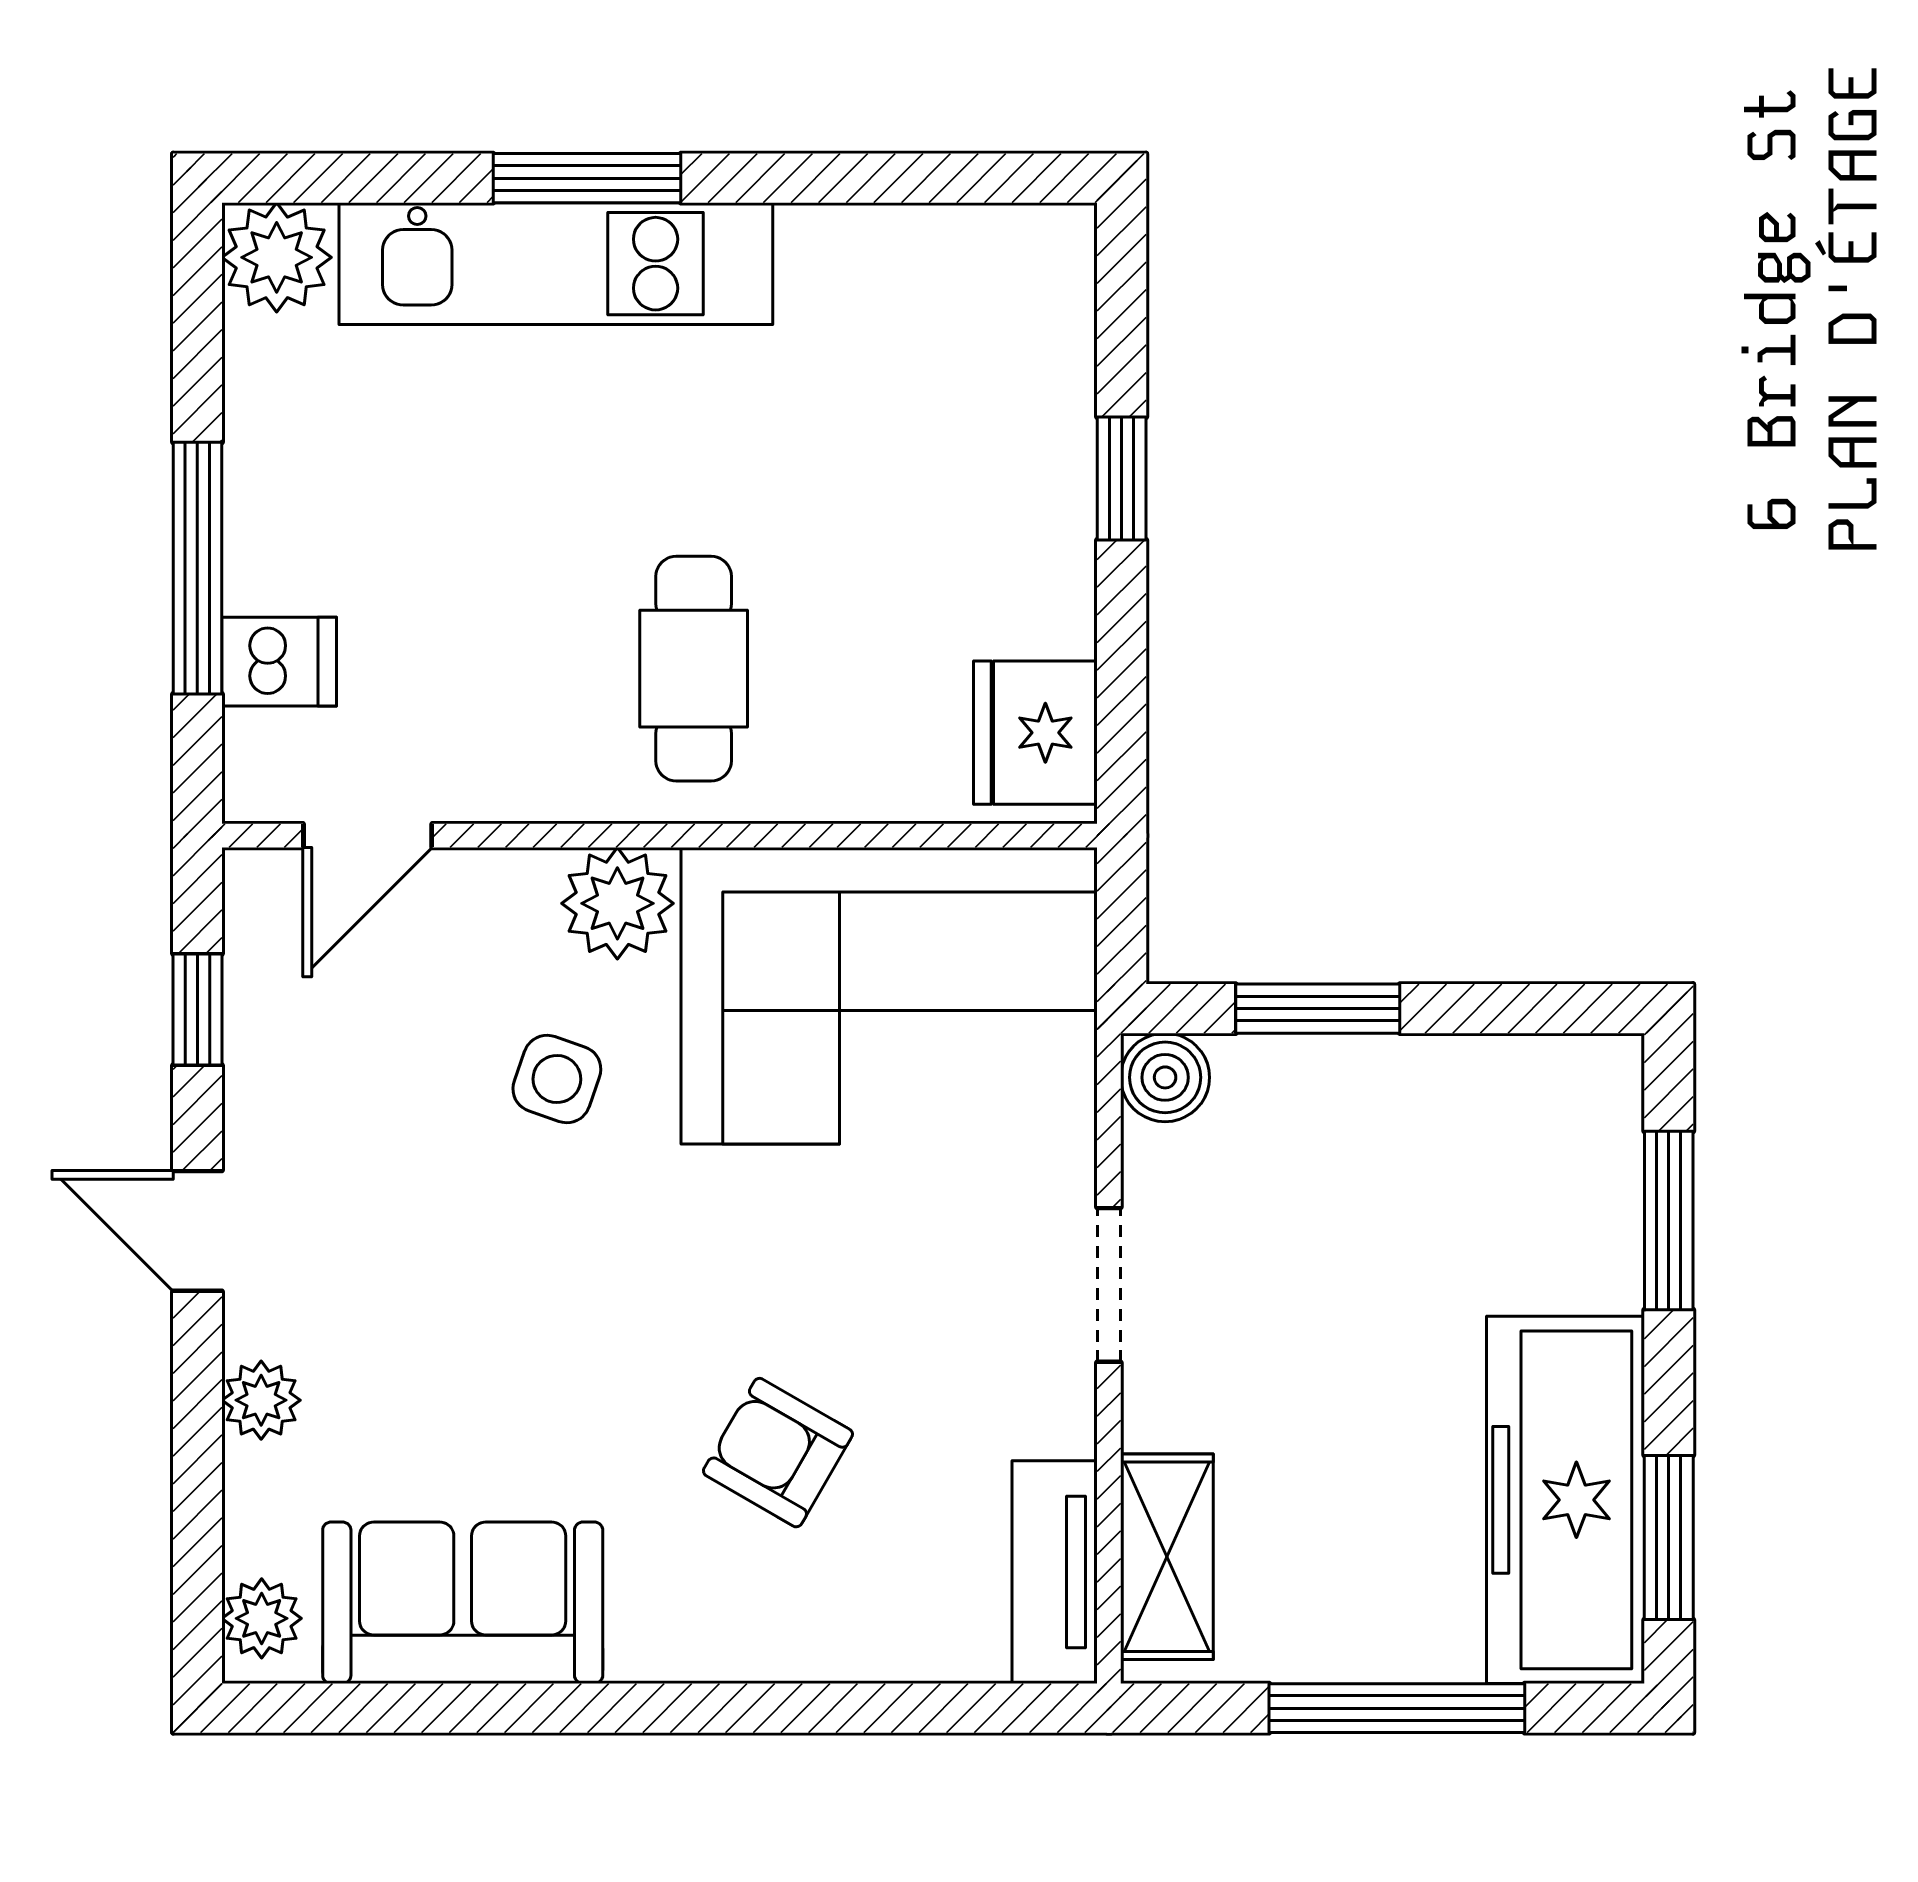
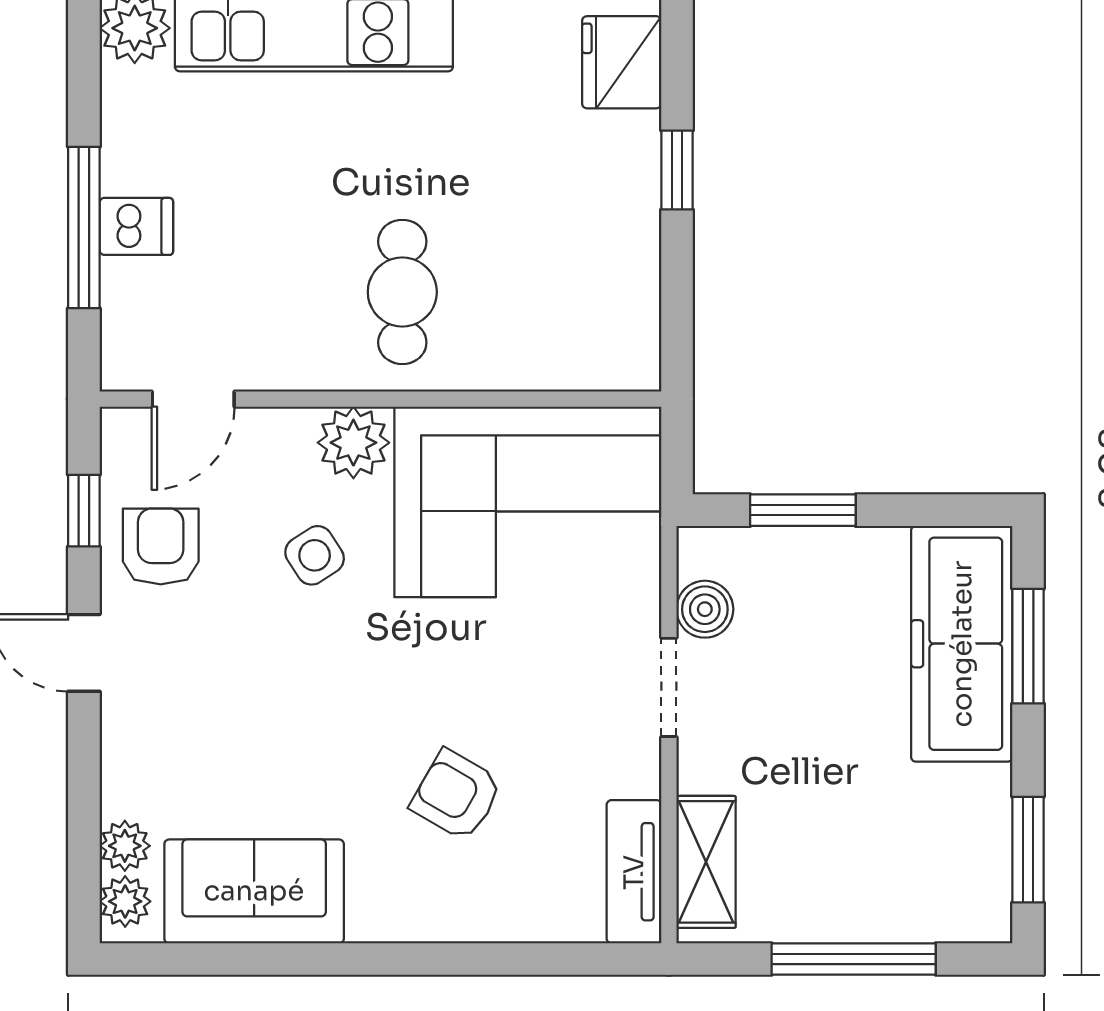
dishwasher: (279, 662) -> (136, 226), moved
fridge: (1035, 733) -> (622, 62), moved
armchair: (317, 1065) -> (161, 546), added
boiler: (1165, 1077) -> (705, 609), moved
side table: (557, 1079) -> (315, 555), turned 38
plant: (261, 1400) -> (125, 846), moved
freezer: (1565, 1500) -> (962, 644), moved

